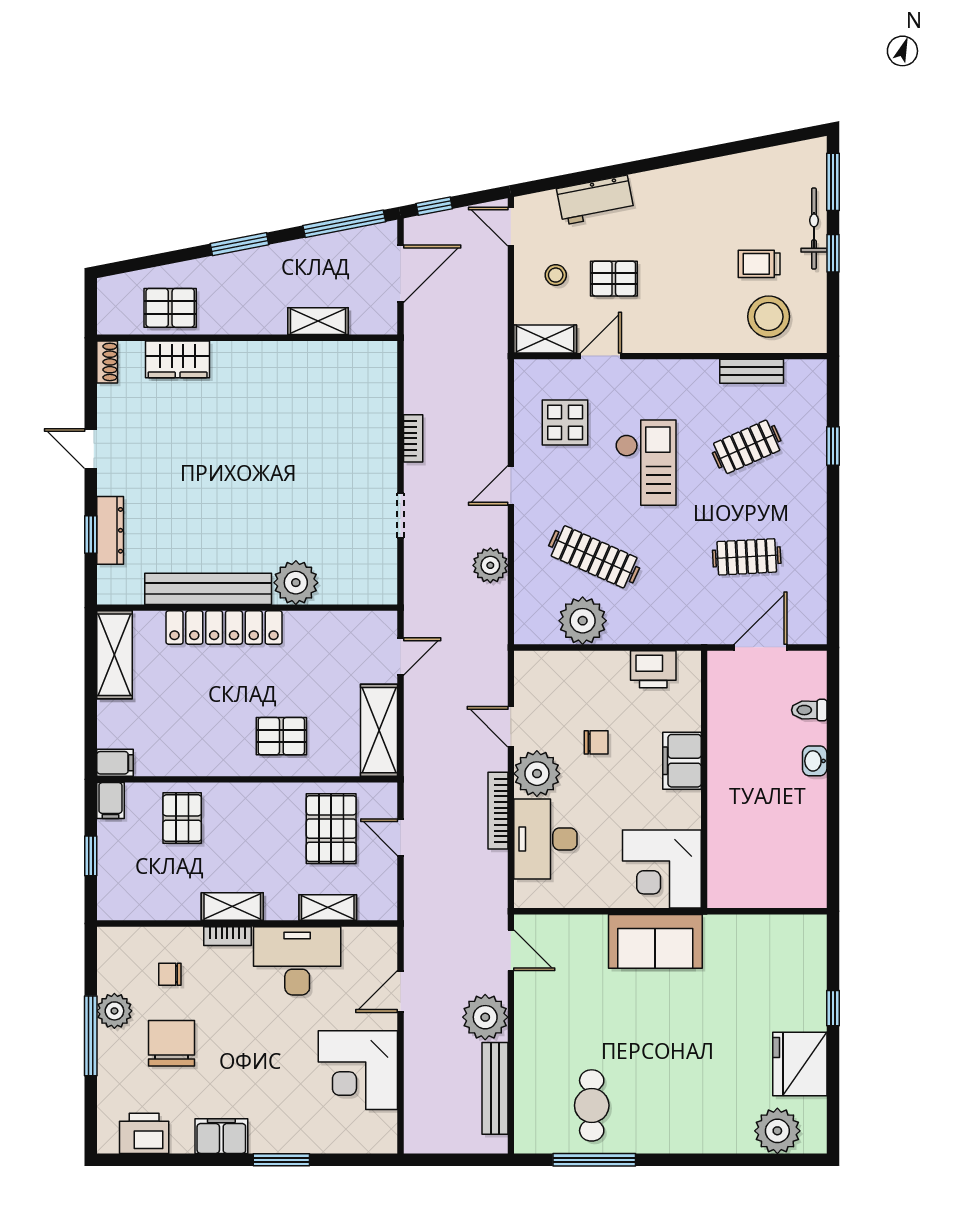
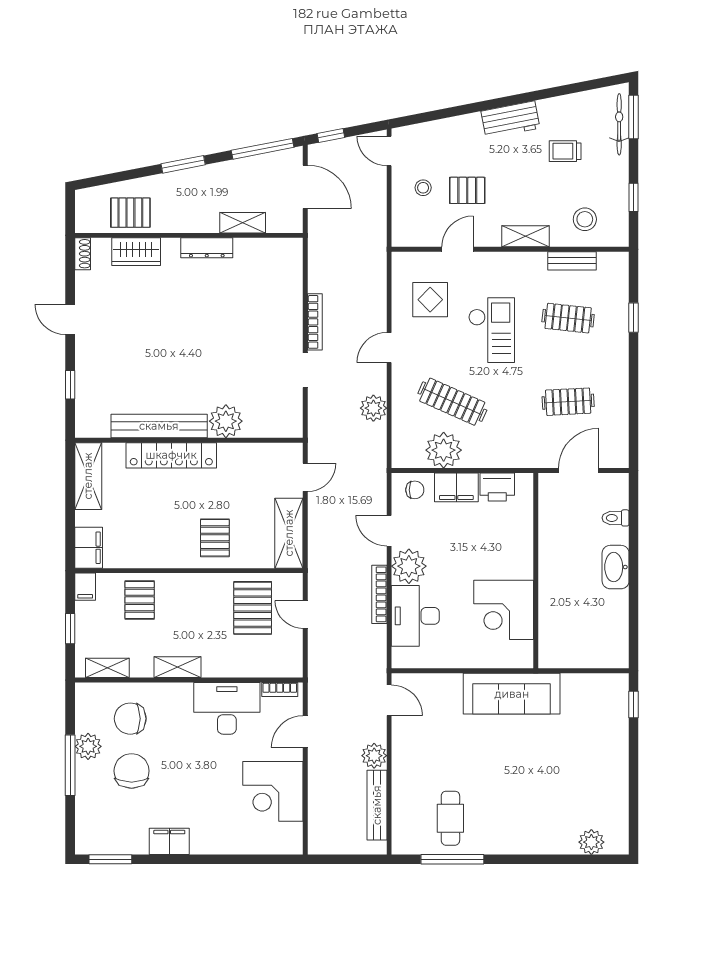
workbench: (595, 200) -> (510, 120), moved
bicycle: (814, 229) -> (619, 124), moved
window: (833, 253) -> (634, 197), moved
trolley: (759, 264) -> (565, 151), moved
door: (401, 274) -> (305, 187), hinge flipped
stool: (769, 317) -> (585, 219), width x0.73, depth x0.73
shelving: (545, 339) -> (525, 236), moved
bookcase: (413, 438) -> (315, 322), width x1.56
clothes rail: (747, 447) -> (568, 318), turned 30
dresser: (110, 530) -> (207, 248), moved, turned 90
pallet: (281, 736) -> (215, 538), turned 90
chair: (596, 742) -> (415, 490), moved
filing cabinet: (682, 761) -> (456, 487), moved, turned -90
washbasin: (815, 761) -> (616, 567), width x1.91, depth x1.45
filing cabinet: (115, 763) -> (89, 548), width x2.00
corner desk: (662, 869) -> (504, 610), moved
shelving: (328, 908) -> (107, 668), moved
bookcase: (227, 936) -> (280, 690), moved
sofa: (655, 941) -> (512, 694), width x1.36
chair: (170, 974) -> (130, 719), width x1.87, depth x1.87
window: (833, 1008) -> (634, 704), moved
plant: (485, 1017) -> (374, 756), width x0.73, depth x0.73
fridge: (800, 1064) -> (608, 787), removed
plant: (777, 1131) -> (591, 842), width x0.73, depth x0.73
printer: (144, 1133) -> (111, 839), removed
window: (281, 1160) -> (110, 859), moved

